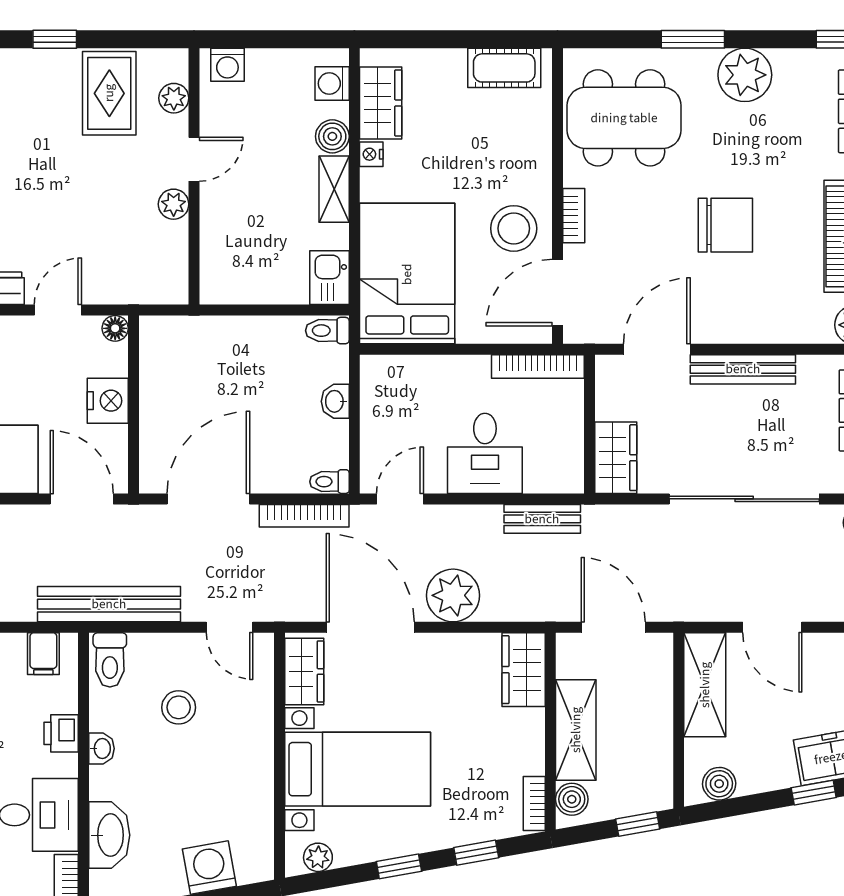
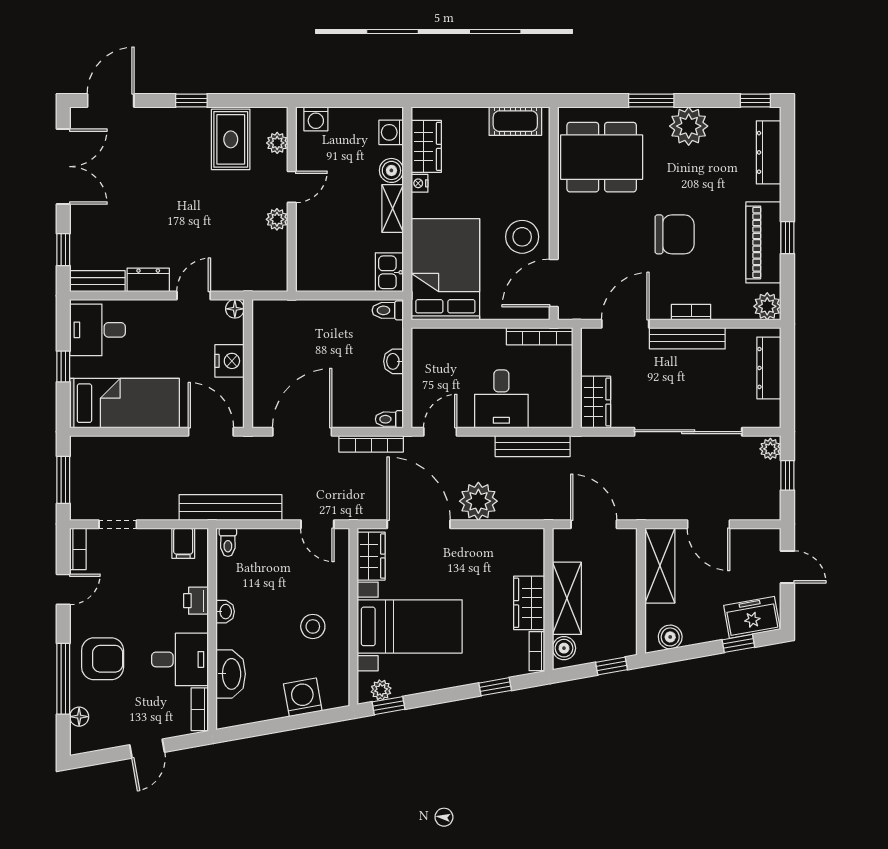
bookcase: (574, 216) -> (691, 312), moved, turned -90
bench: (542, 519) -> (533, 446), width x1.36
toilet: (110, 660) -> (228, 542), width x0.73, depth x0.72
wardrobe: (524, 670) -> (529, 603), moved
stool: (179, 707) -> (313, 626), moved
window: (399, 866) -> (389, 706), moved

